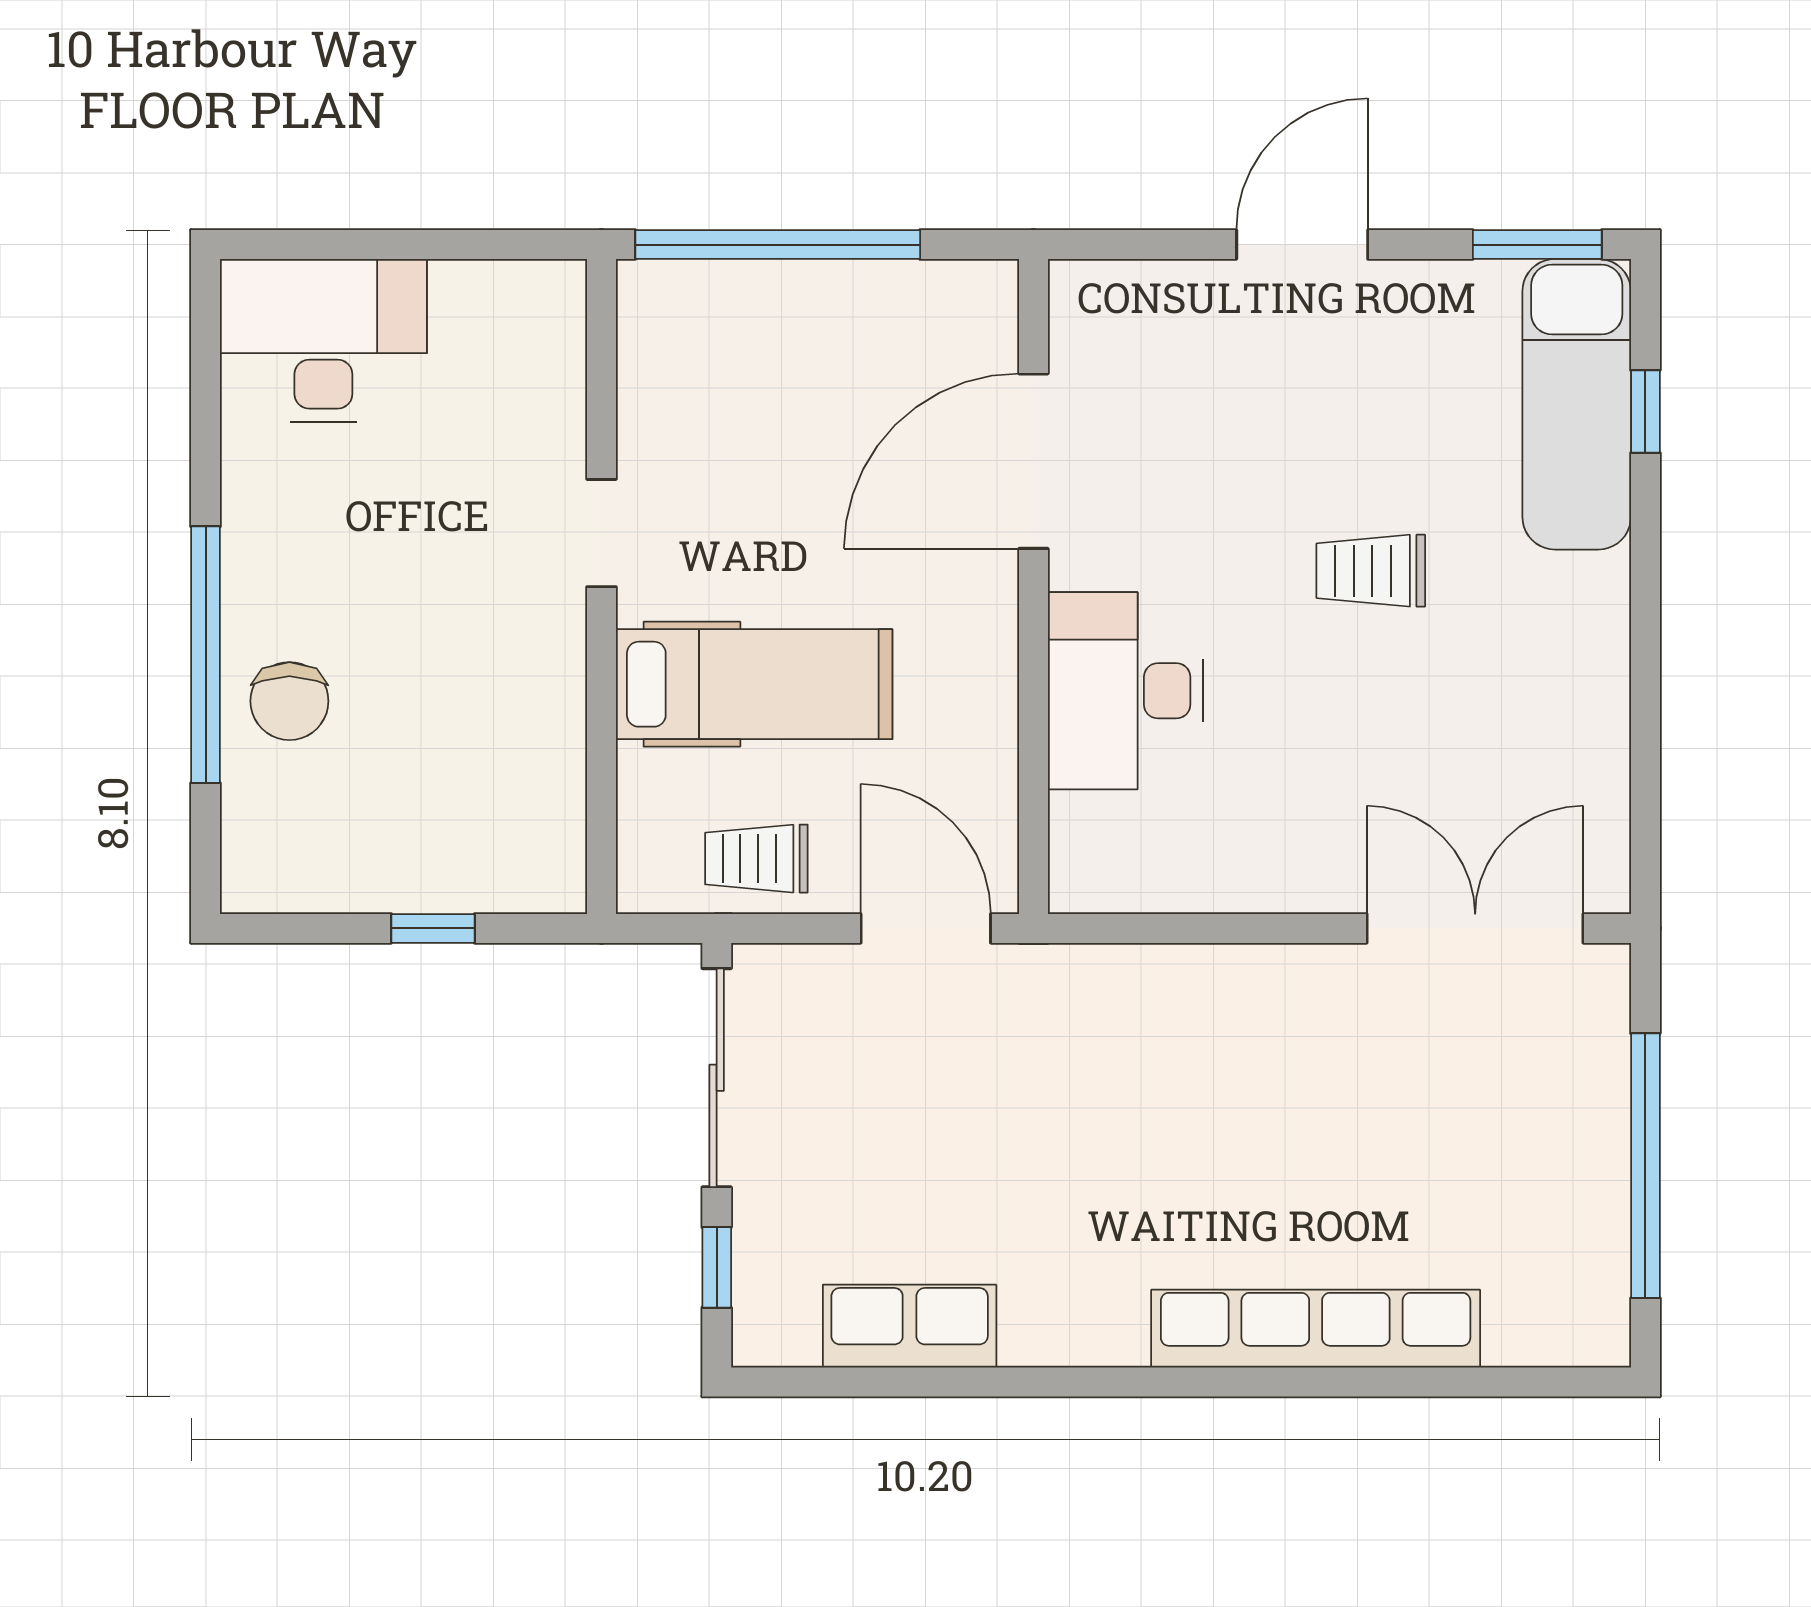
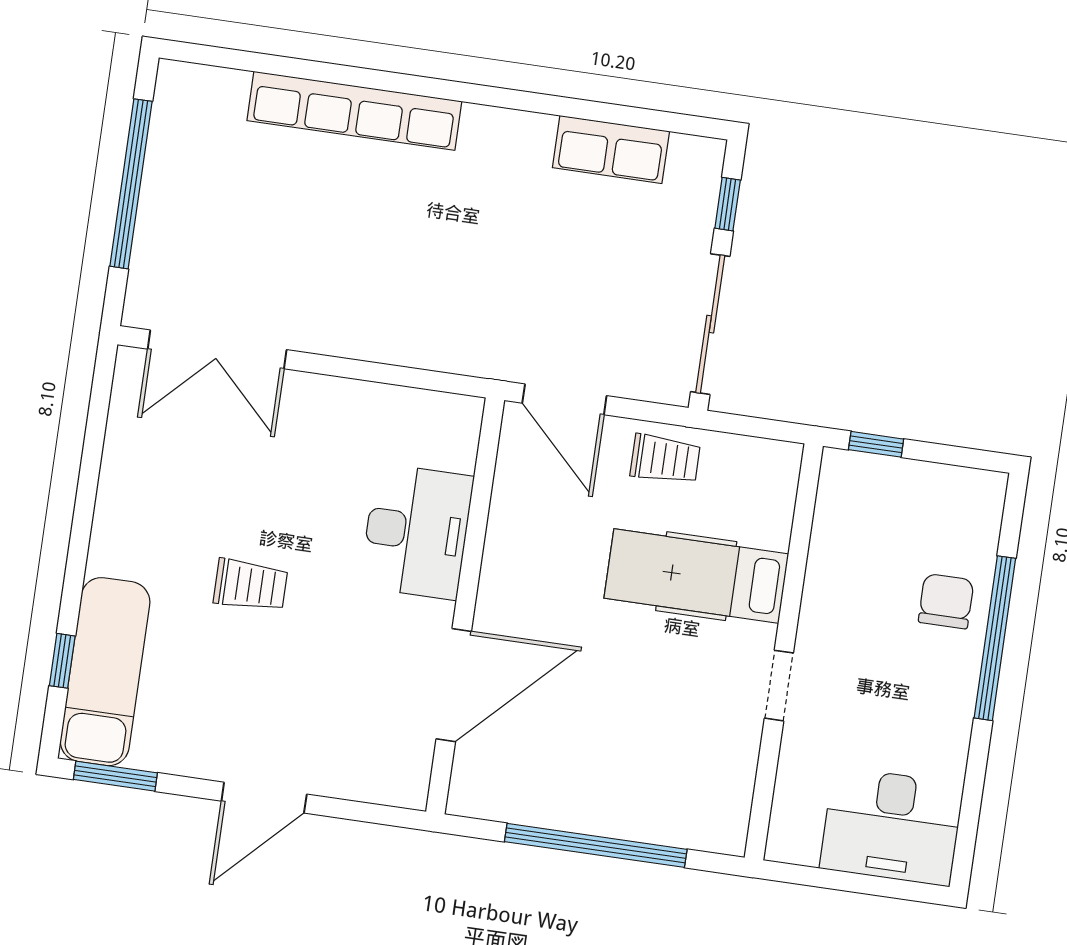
doorway: (601, 533) -> (779, 686), moved
wall: (601, 586) -> (784, 652), moved
hospital bed: (754, 684) -> (696, 576), moved

